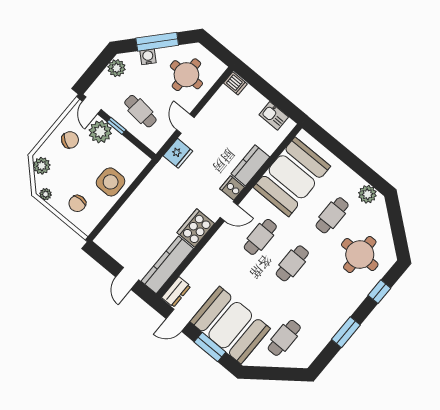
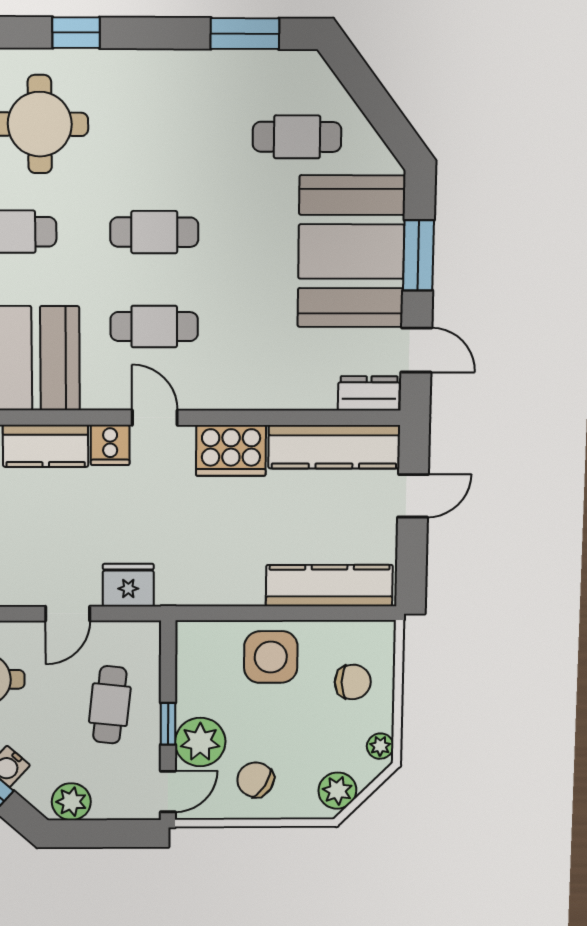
kitchen counter: (119, 223) -> (329, 585), added
window: (346, 332) -> (245, 34), moved

